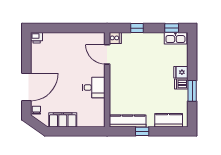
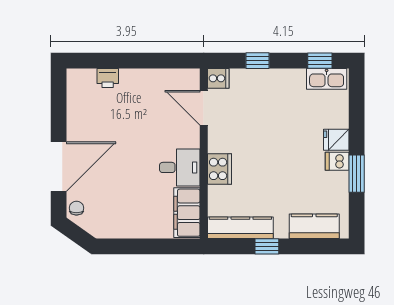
printer: (37, 38) -> (108, 78), moved
cooker: (116, 88) -> (219, 169), added
filing cabinet: (63, 120) -> (187, 213), moved, turned -90

